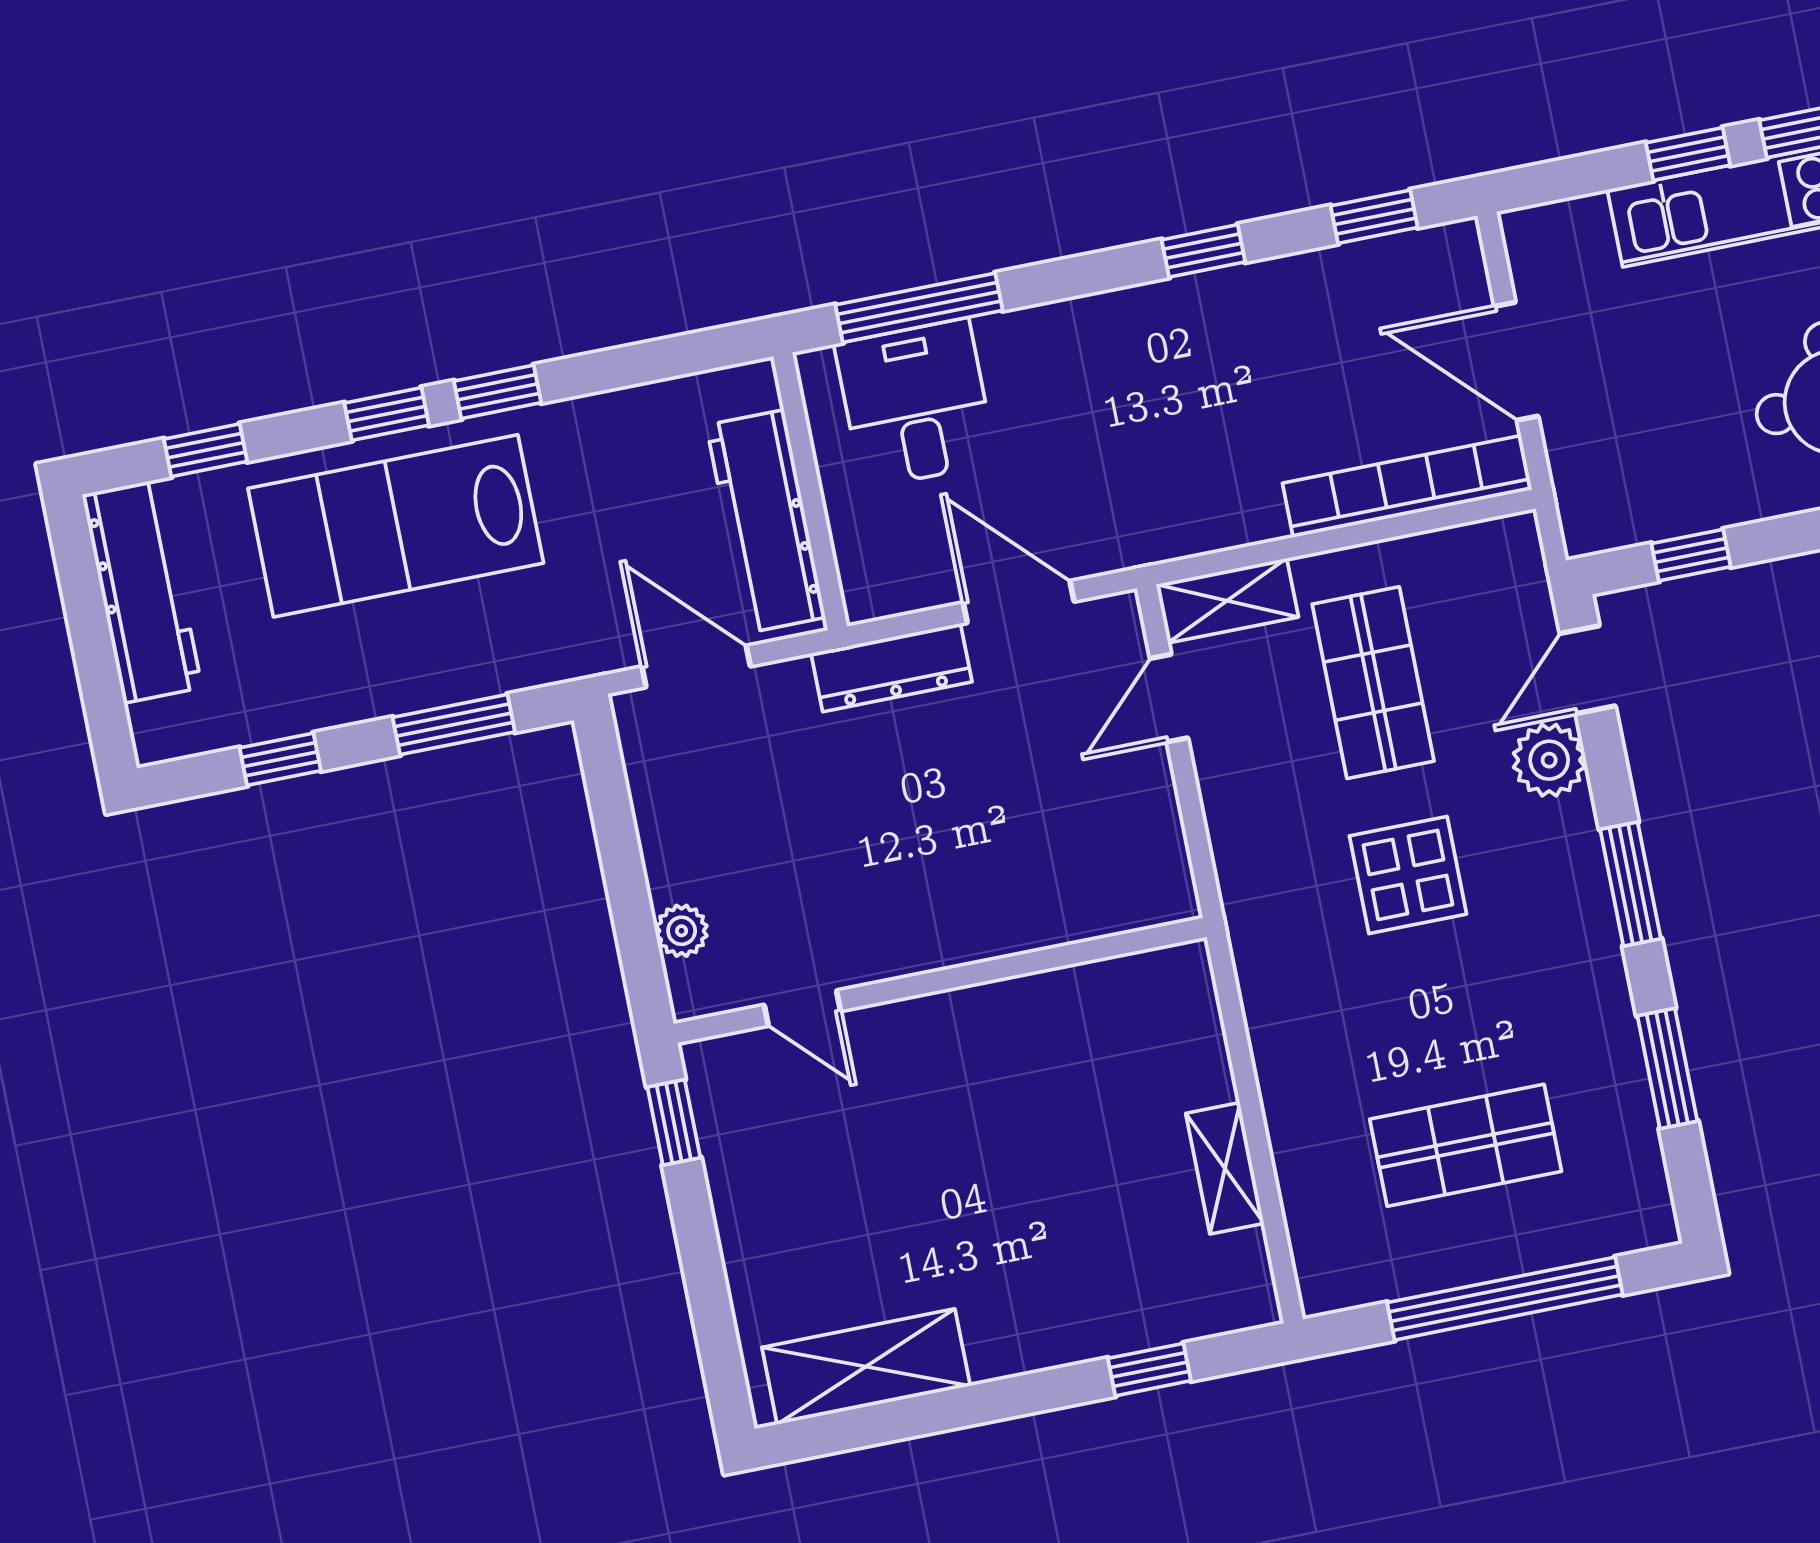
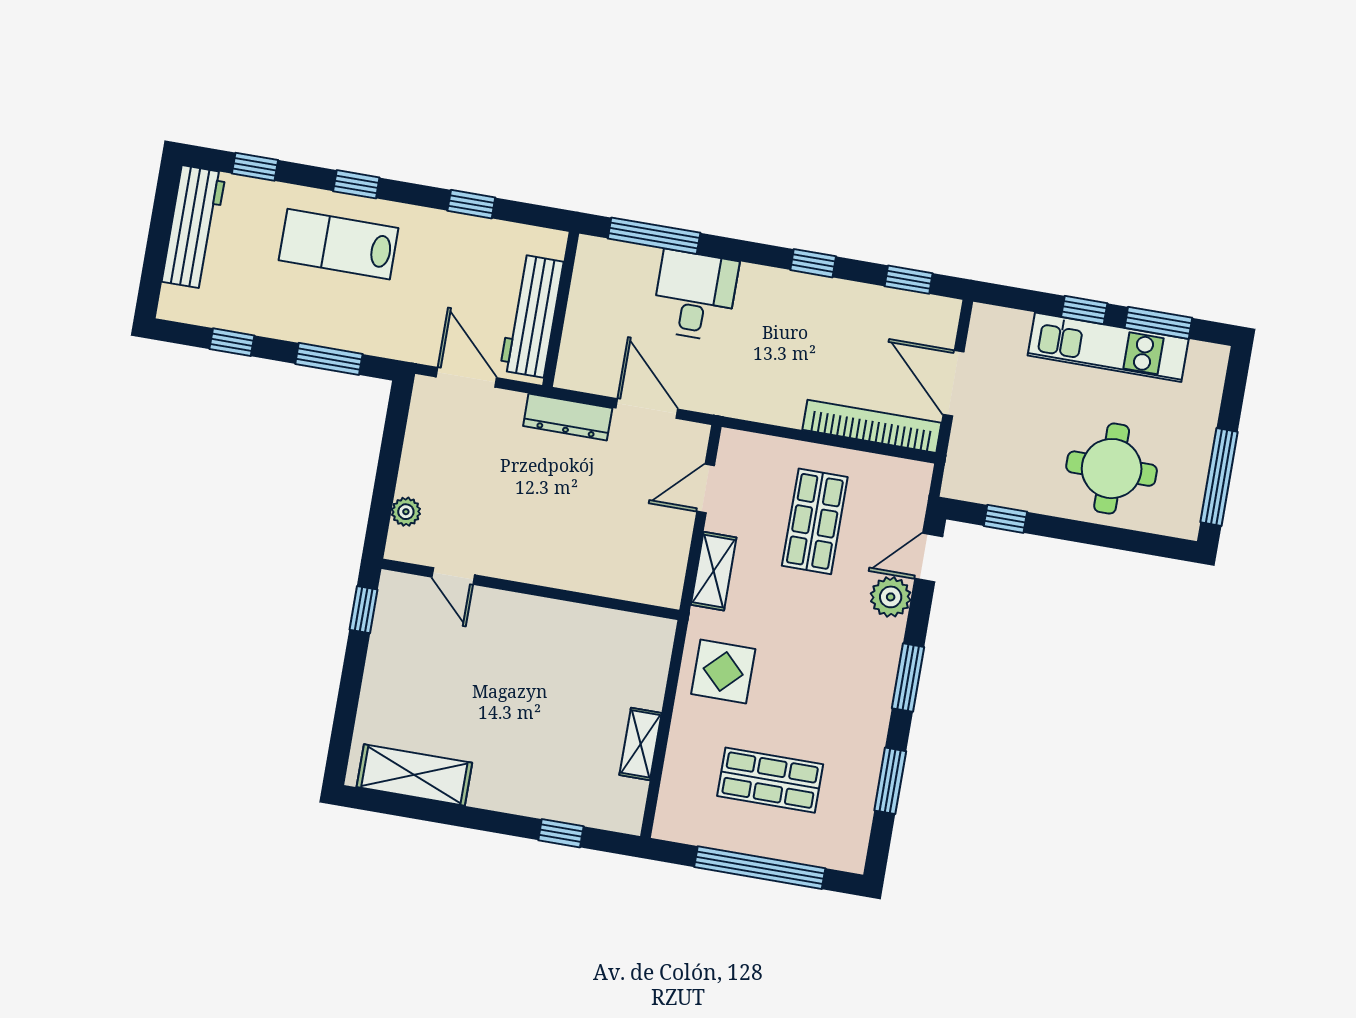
window: (498, 392) -> (471, 204), moved
desk: (916, 404) -> (695, 295), moved
lab bench: (396, 526) -> (339, 244), width x0.73, depth x0.72
shelving: (1227, 601) -> (714, 571), moved, turned 90
display table: (1408, 875) -> (723, 671), moved

